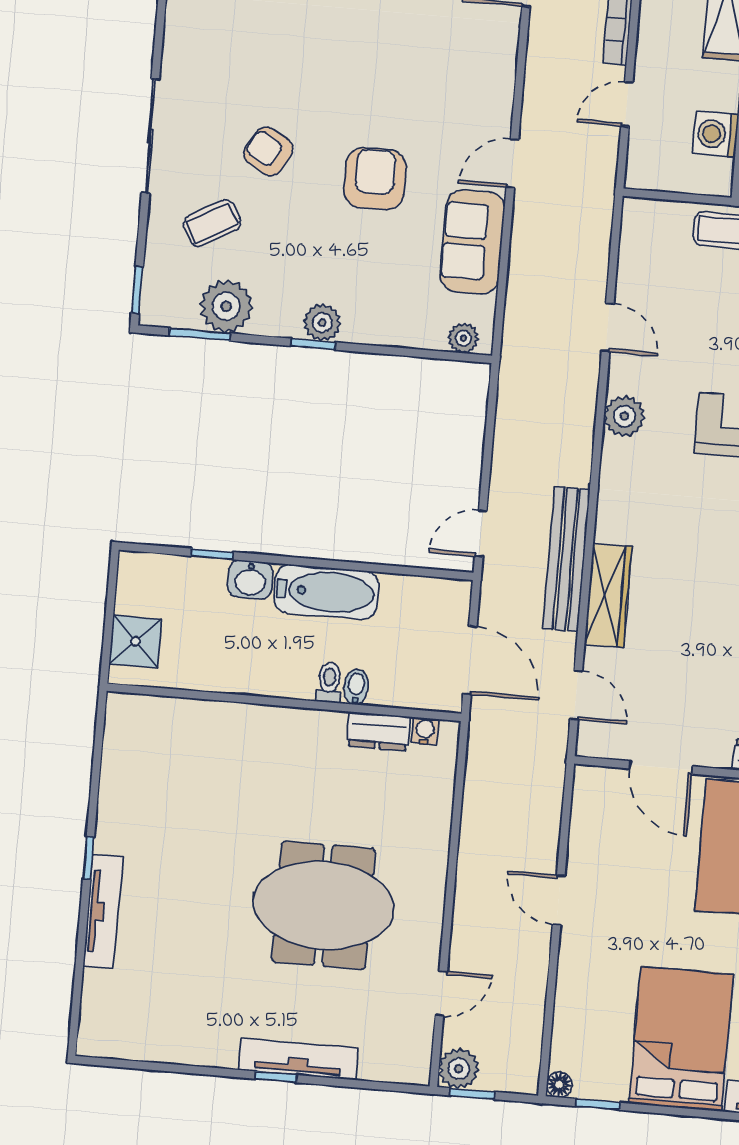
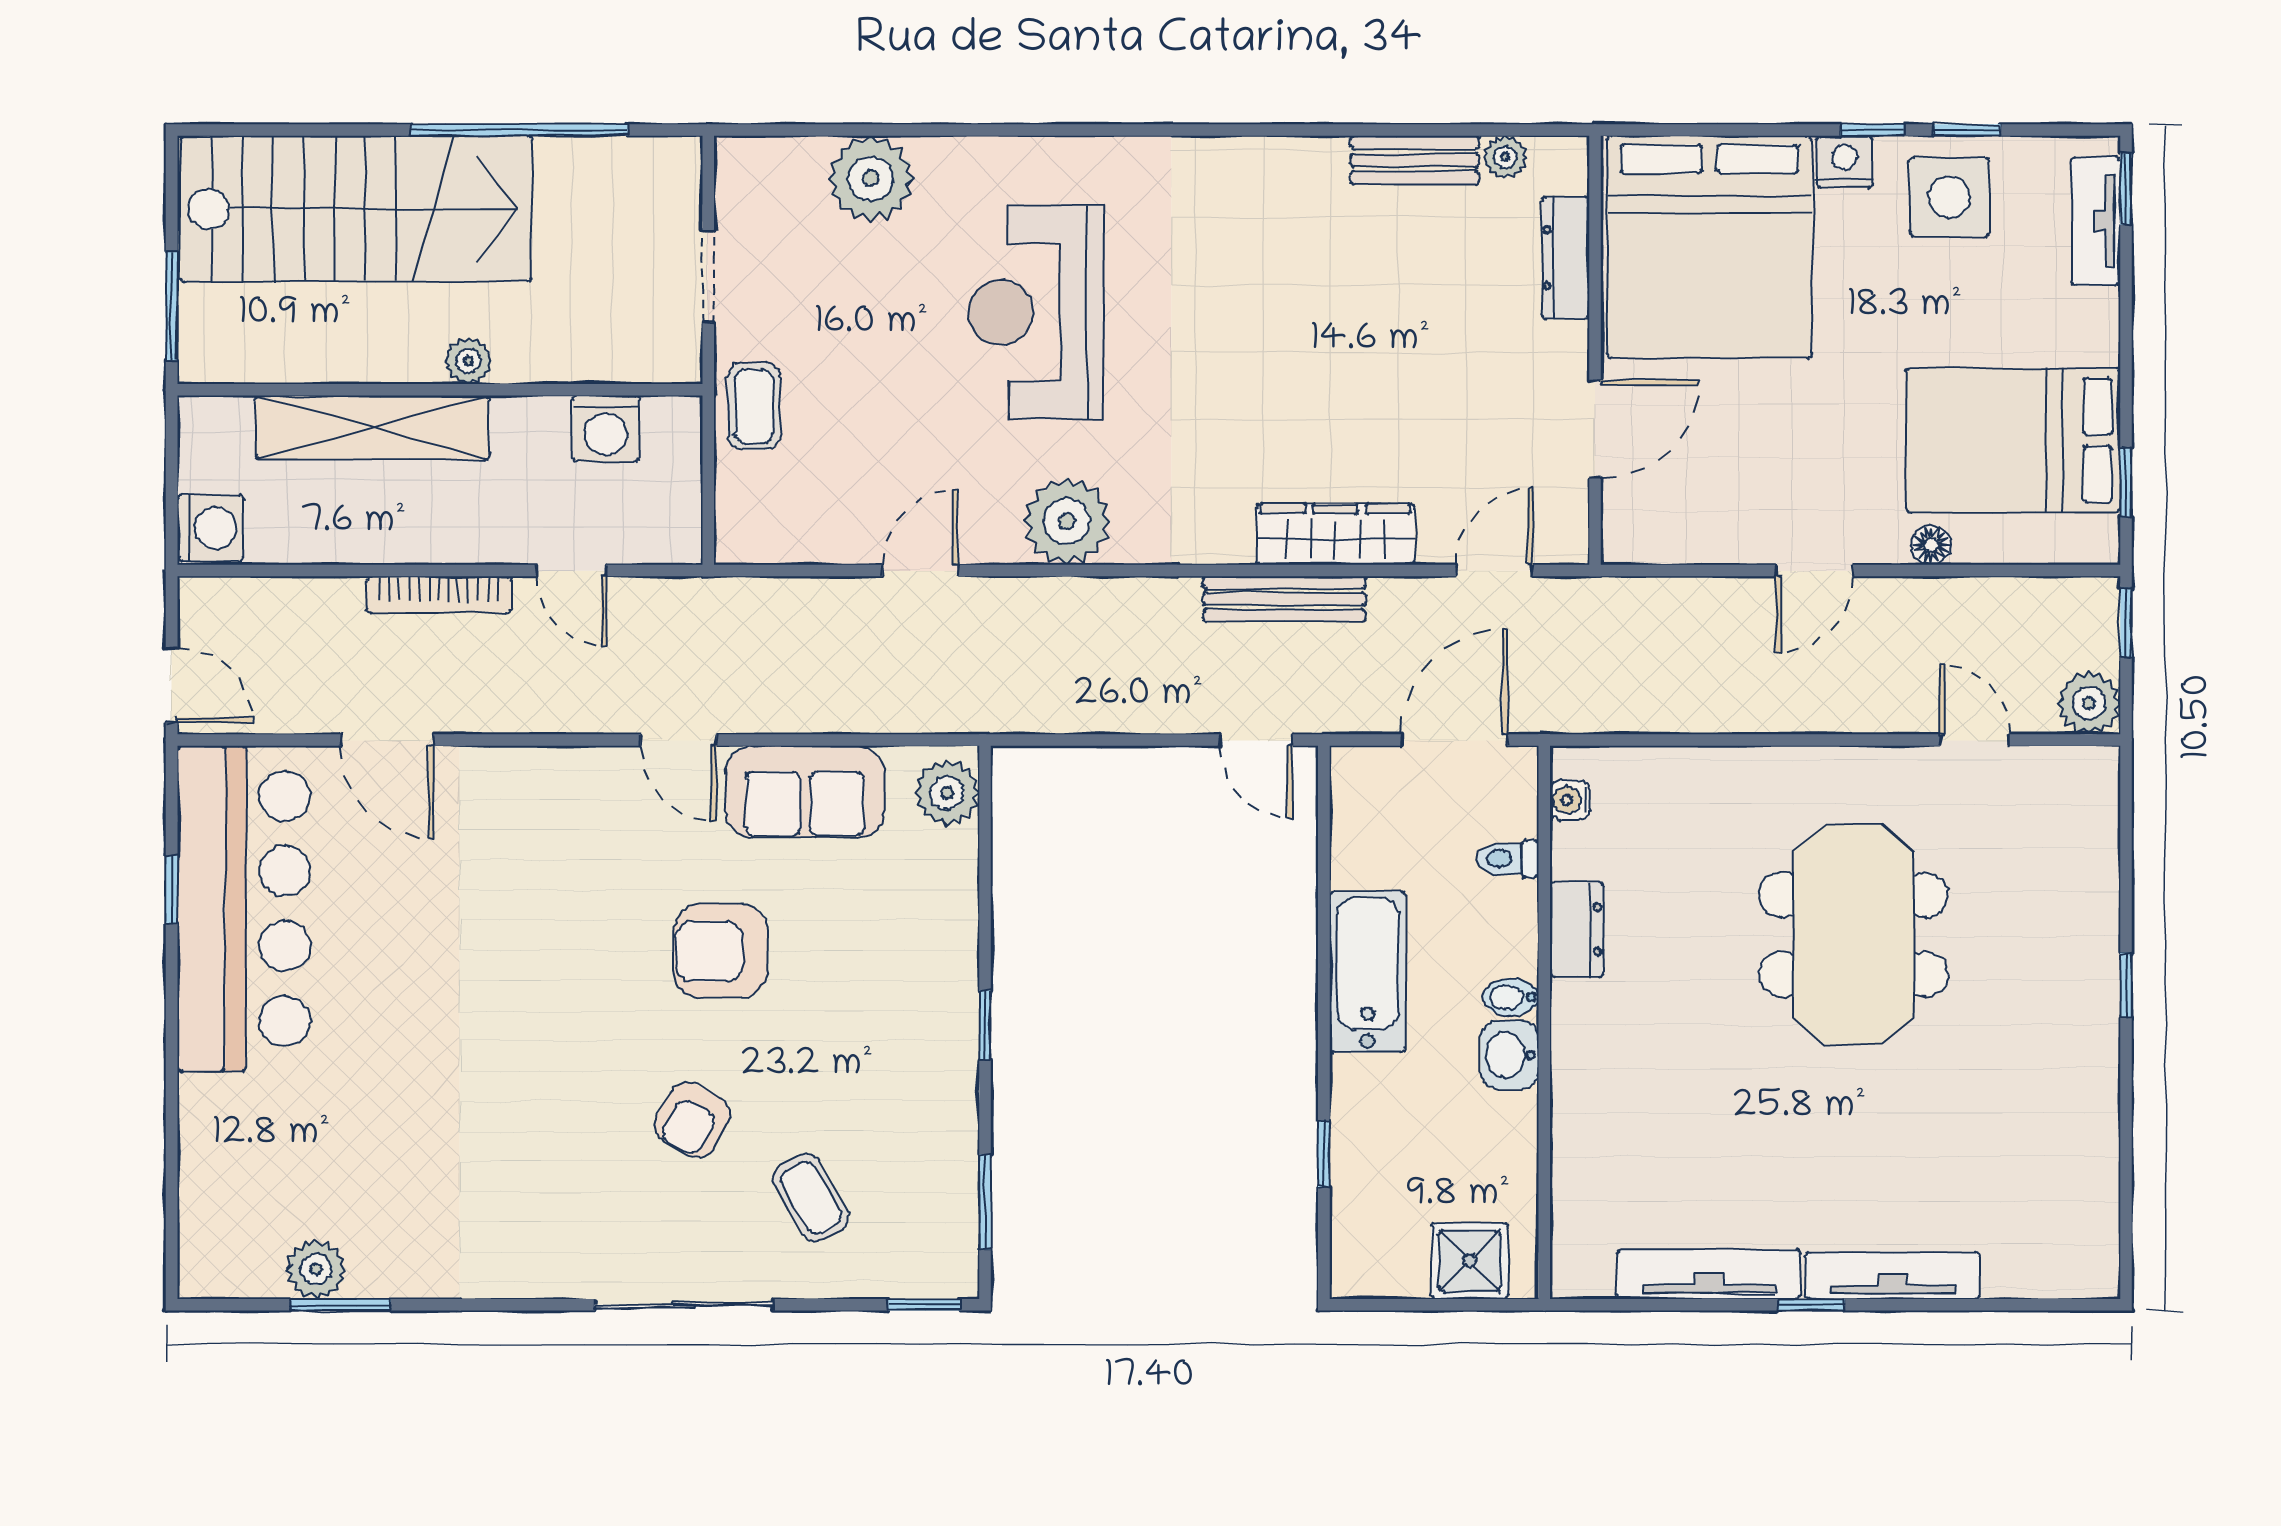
plant: (226, 306) -> (938, 1165), removed
plant: (322, 323) -> (950, 1014), removed
plant: (463, 338) -> (947, 793), width x1.38, depth x1.38
plant: (624, 416) -> (1067, 521), width x1.36, depth x1.36
bench: (566, 559) -> (1285, 599), width x0.73, depth x0.82
washbasin: (250, 580) -> (1510, 1055), moved, turned 180
toilet: (329, 683) -> (1508, 859), moved
bidet: (356, 687) -> (1511, 997), moved
dresser: (378, 731) -> (1577, 929), moved
bed: (681, 1039) -> (2013, 440), moved
tv unit: (298, 1059) -> (1709, 1274), moved, turned 90
floor lamp: (559, 1085) -> (1931, 545), moved
window: (472, 1094) -> (2126, 623), moved

